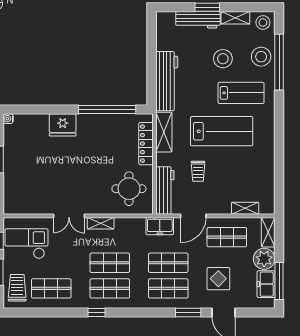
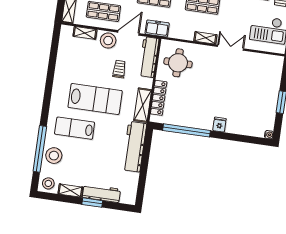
stool: (223, 59) -> (108, 41), moved
fridge: (63, 125) -> (219, 125), width x0.53, depth x0.75
lab bench: (222, 131) -> (95, 99), turned 180

